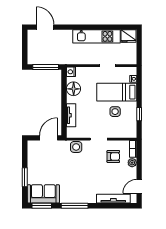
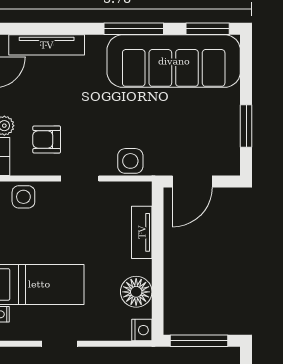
side table: (115, 112) -> (23, 197), moved
window: (25, 177) -> (246, 126), moved
sofa: (43, 194) -> (174, 61), width x1.85, depth x1.27

